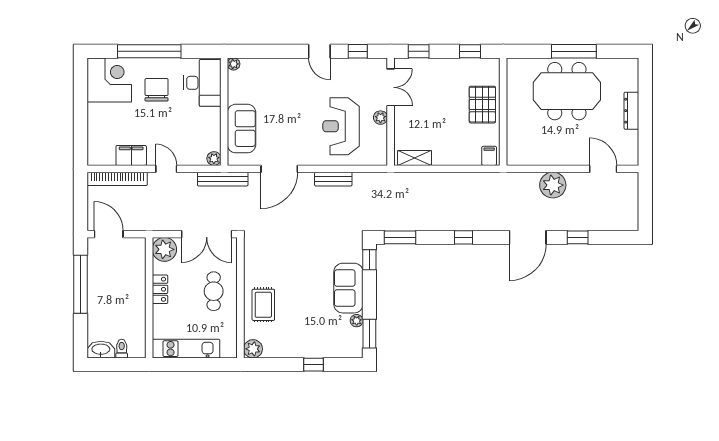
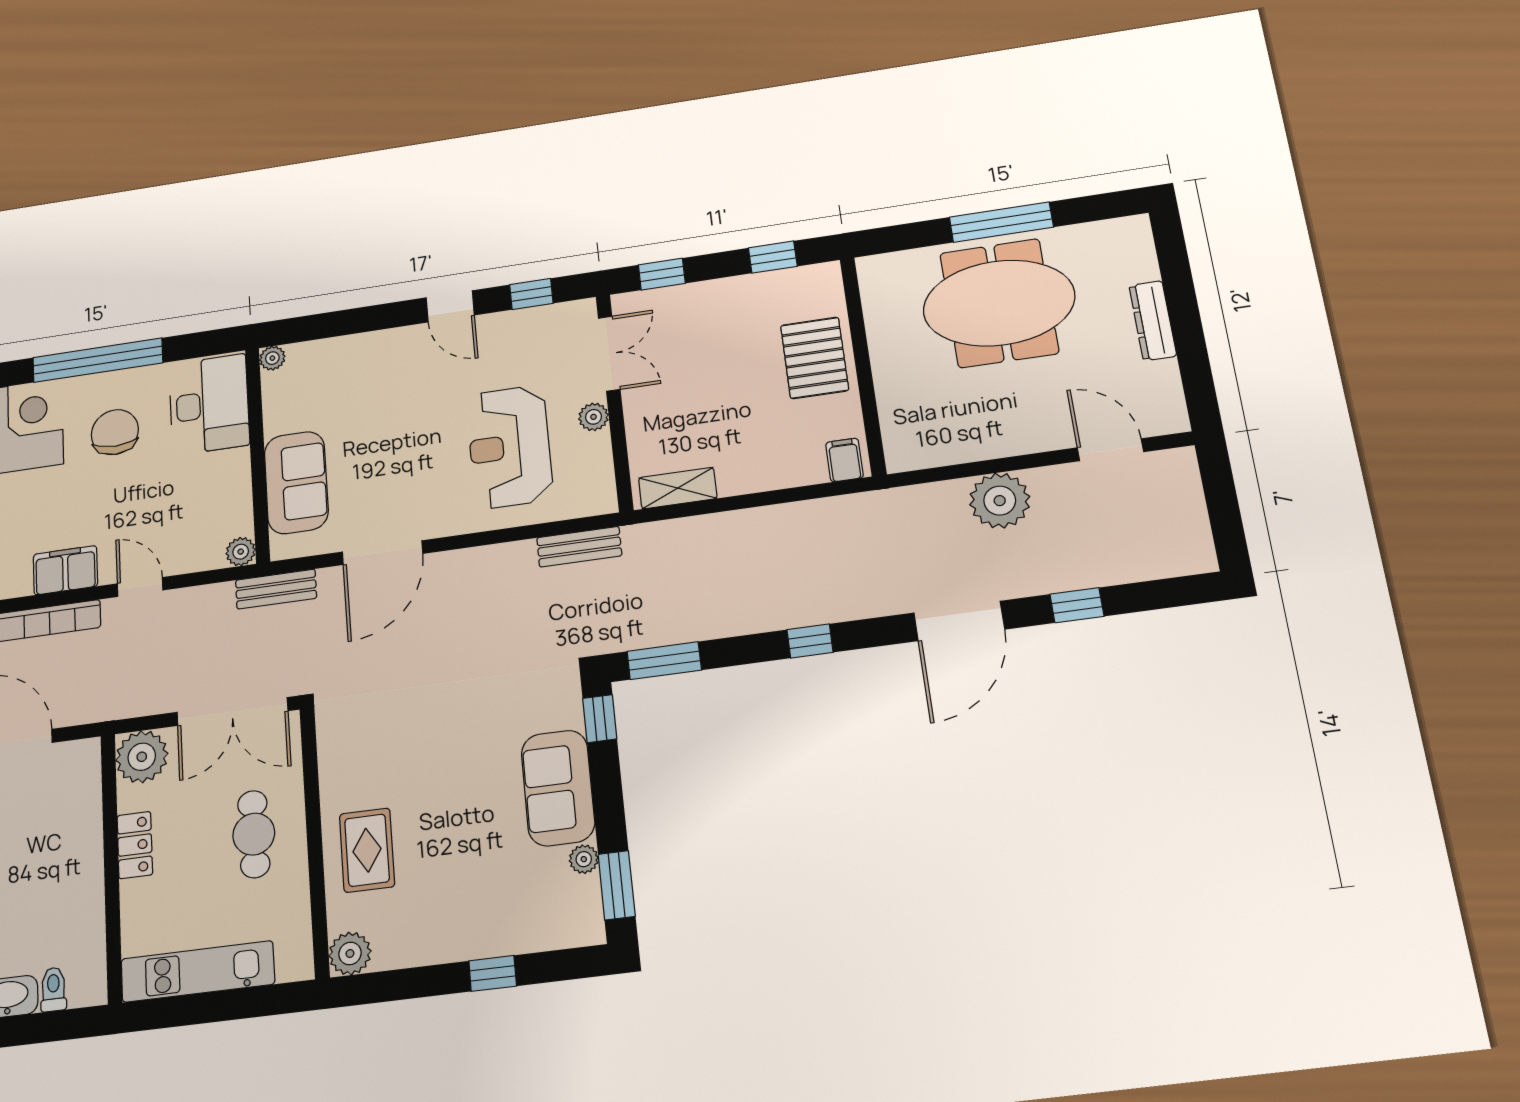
bench: (223, 179) -> (276, 589), width x0.73
bench: (333, 179) -> (579, 547), moved

